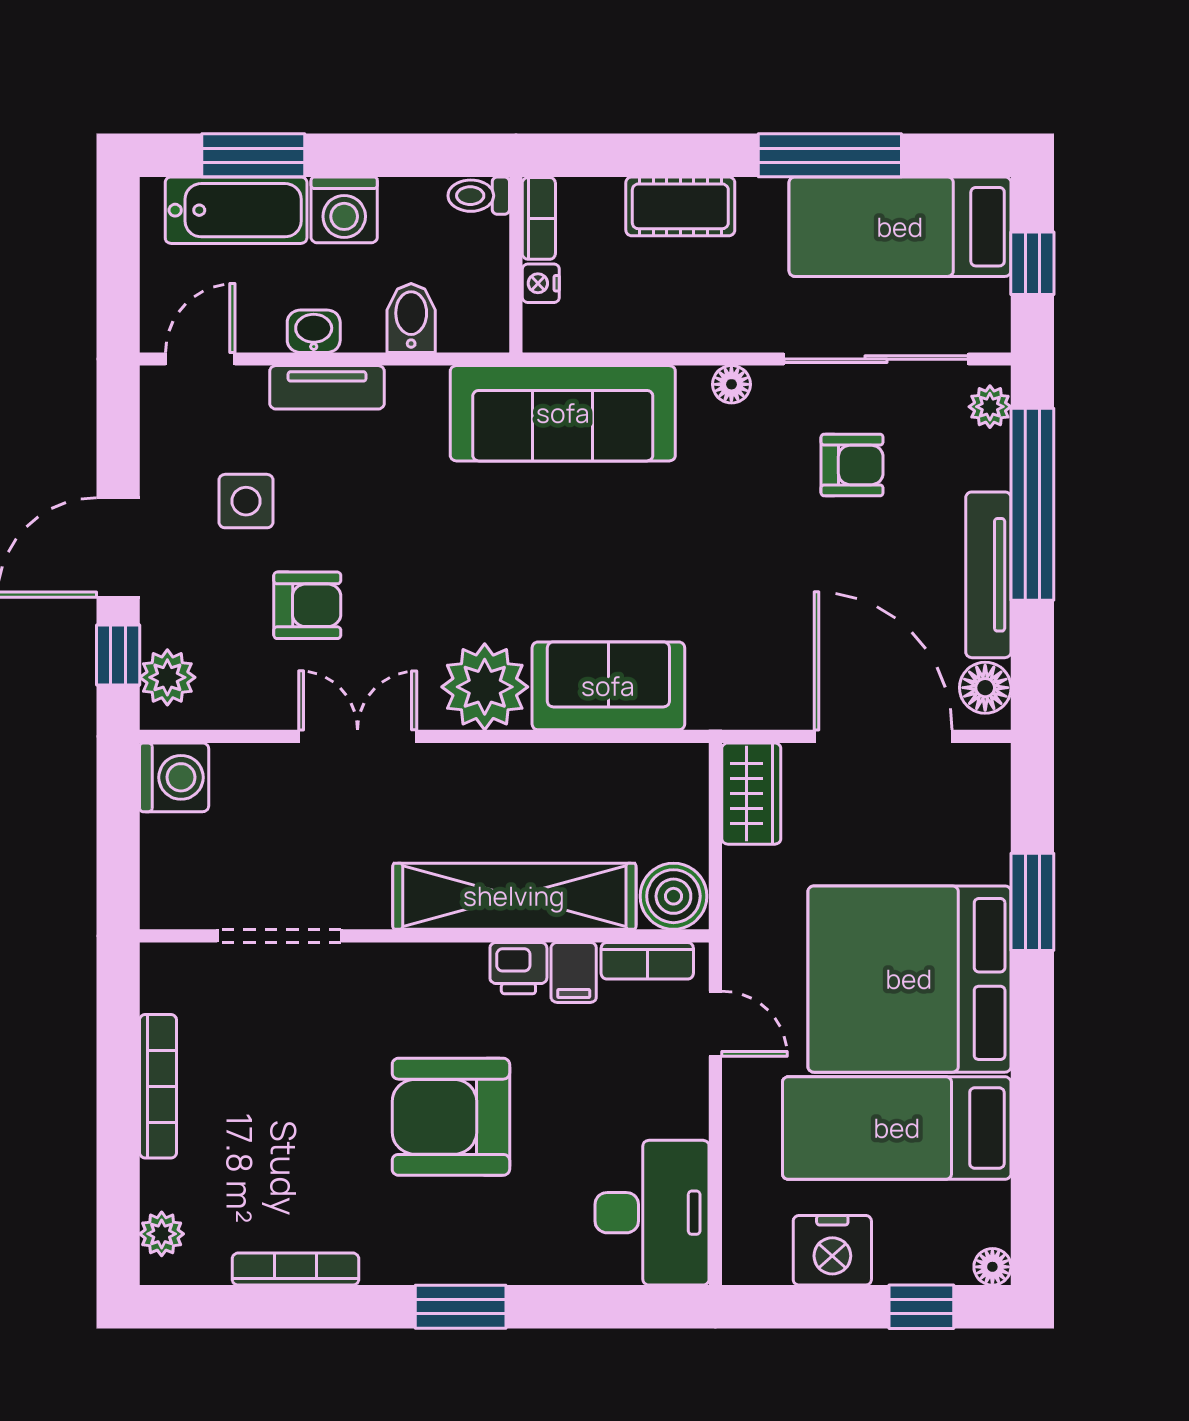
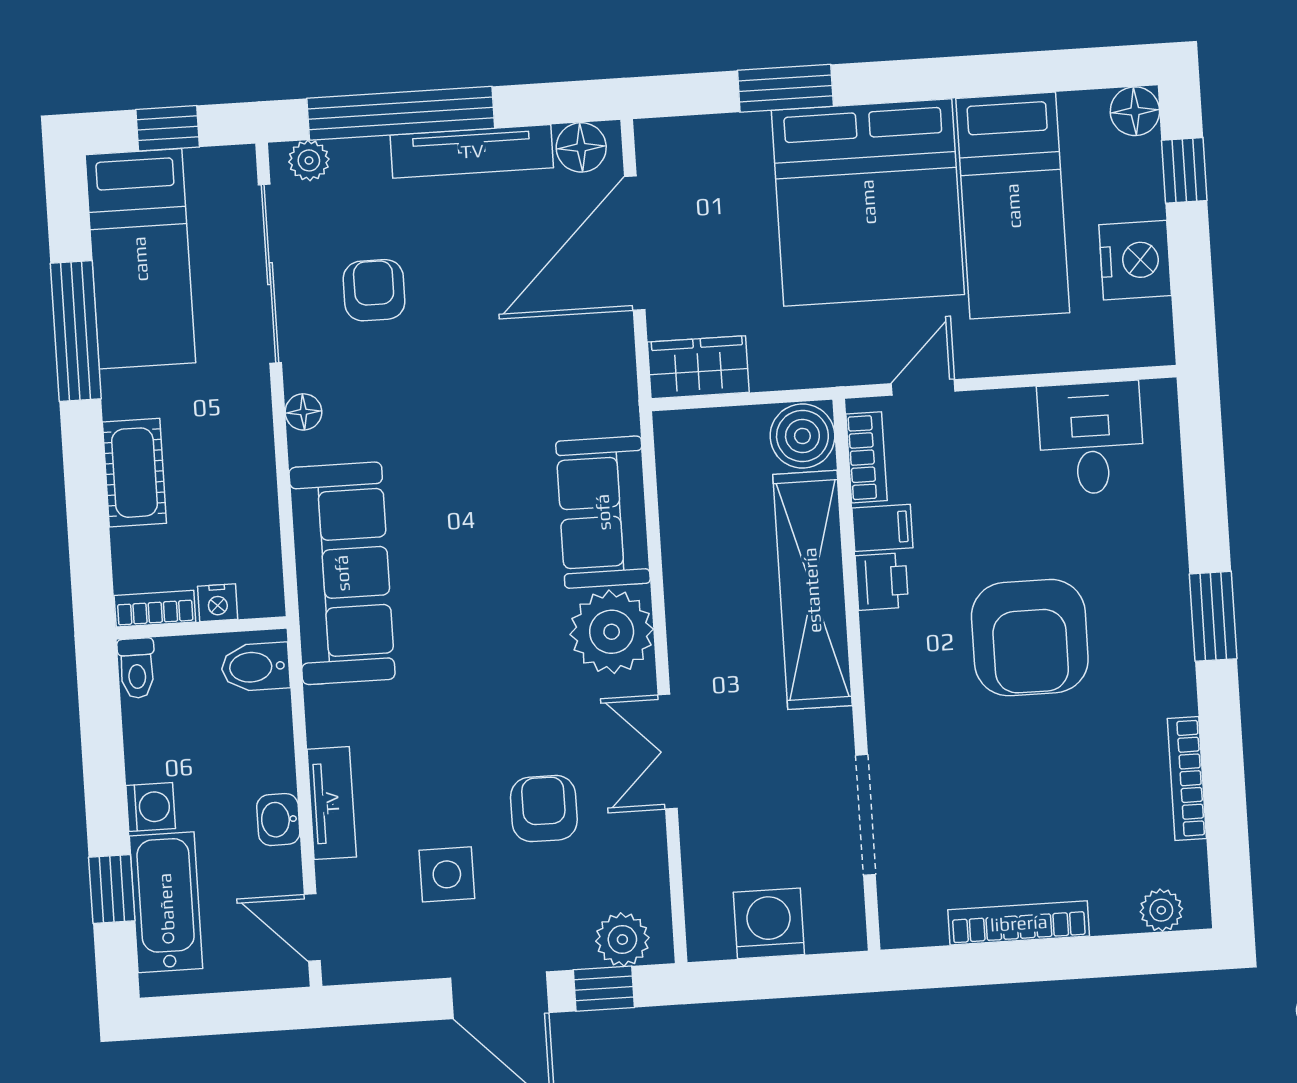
window: (253, 155) -> (112, 889), width x0.67
washing machine: (344, 210) -> (151, 807), width x0.73, depth x0.73
bidet: (411, 318) -> (255, 667), moved
washing machine: (174, 777) -> (769, 923), moved
desk: (652, 1213) -> (1091, 438), width x0.73
floor lamp: (992, 1267) -> (1135, 111), width x1.37, depth x1.37

